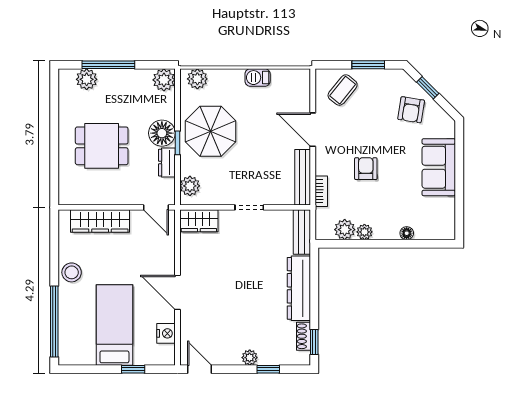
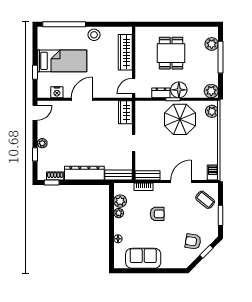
barbecue: (258, 78) -> (213, 173), moved
sofa: (439, 167) -> (143, 258), moved
bench: (303, 177) -> (147, 175), width x0.73
plant: (190, 186) -> (147, 107), removed

